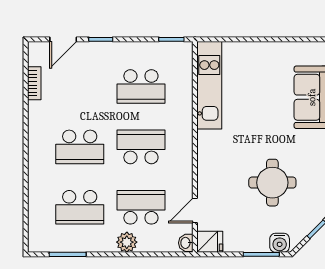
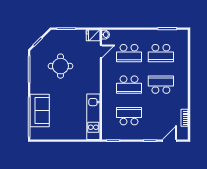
school desk: (80, 207) -> (161, 53), turned 180
plant: (127, 242) -> (136, 35), removed
water cooler: (280, 243) -> (57, 35), removed

